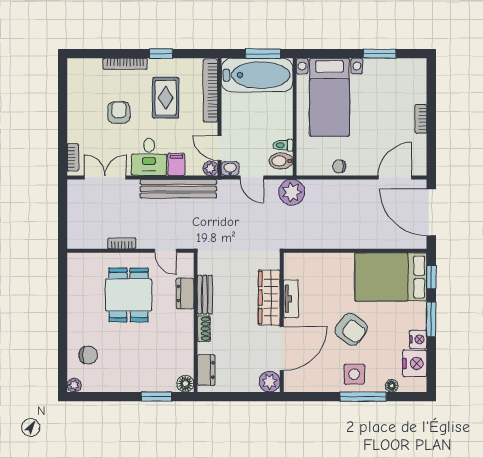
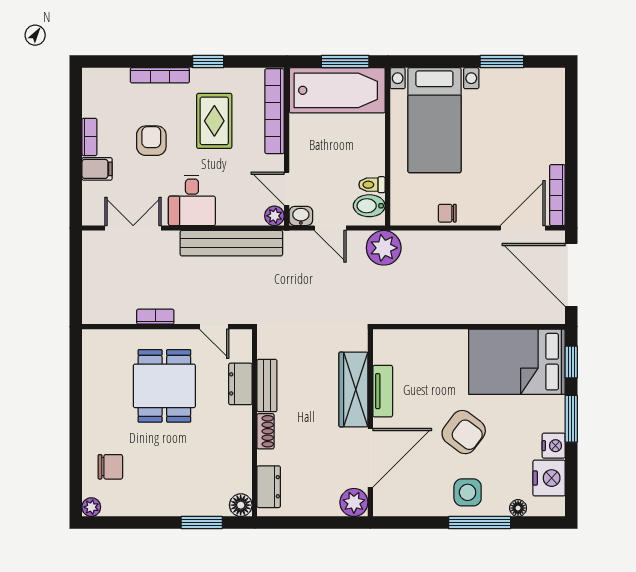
bookcase: (421, 119) -> (557, 195), moved, width x1.56
bookcase: (73, 157) -> (89, 137), moved
filing cabinet: (176, 164) -> (97, 169), moved, turned 90

